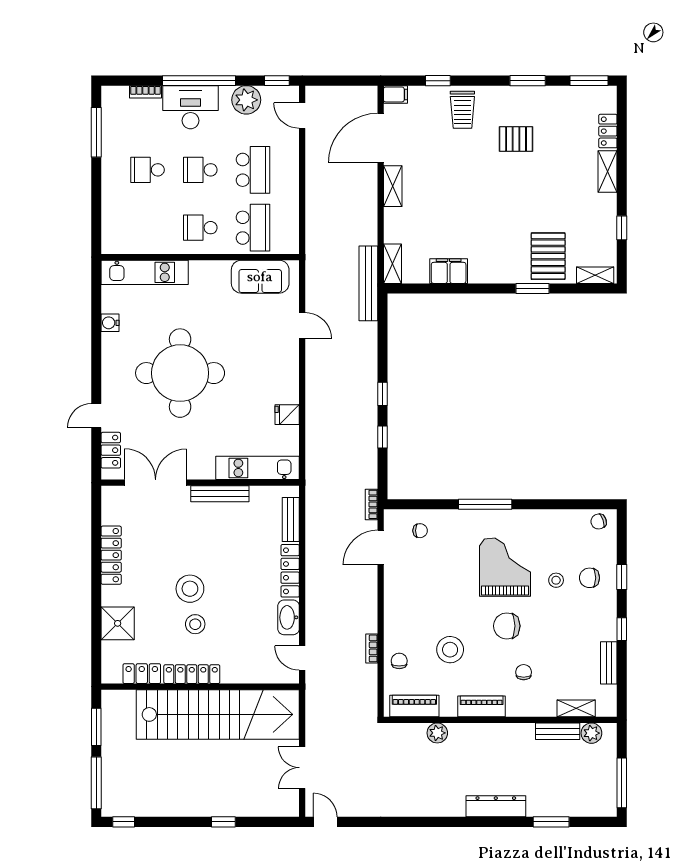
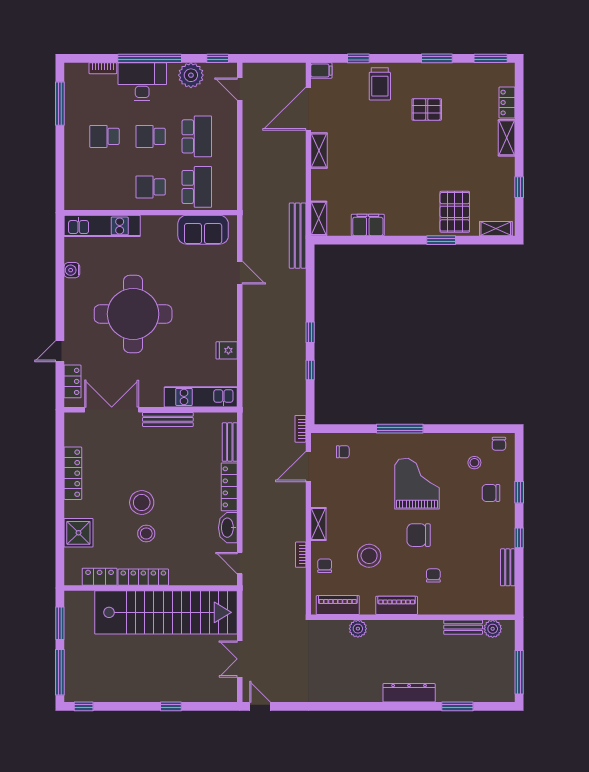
chair: (599, 521) -> (499, 444), turned -70
stool: (556, 580) -> (474, 463), moved
shelving: (576, 708) -> (318, 524), moved, turned 90

